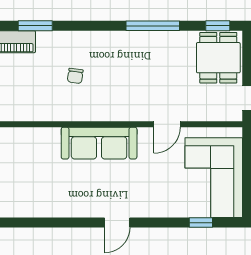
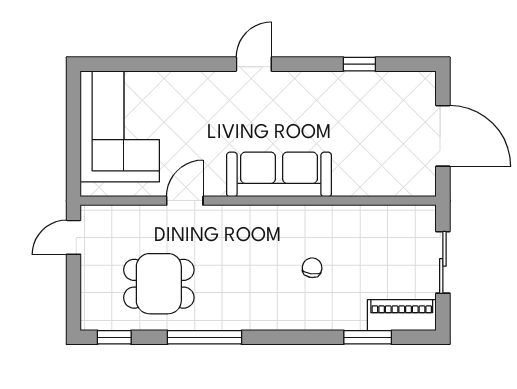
dining table: (218, 58) -> (159, 284), moved, turned 90
window: (201, 223) -> (359, 64), moved

